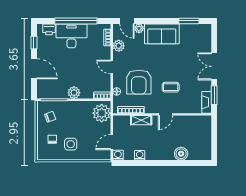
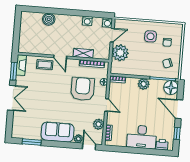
window: (76, 21) -> (136, 150), removed
coffee table: (171, 87) -> (45, 65), moved
floor lamp: (44, 91) -> (171, 88), added
plant: (102, 113) -> (120, 53), moved
door: (165, 114) -> (60, 57), swing flipped

